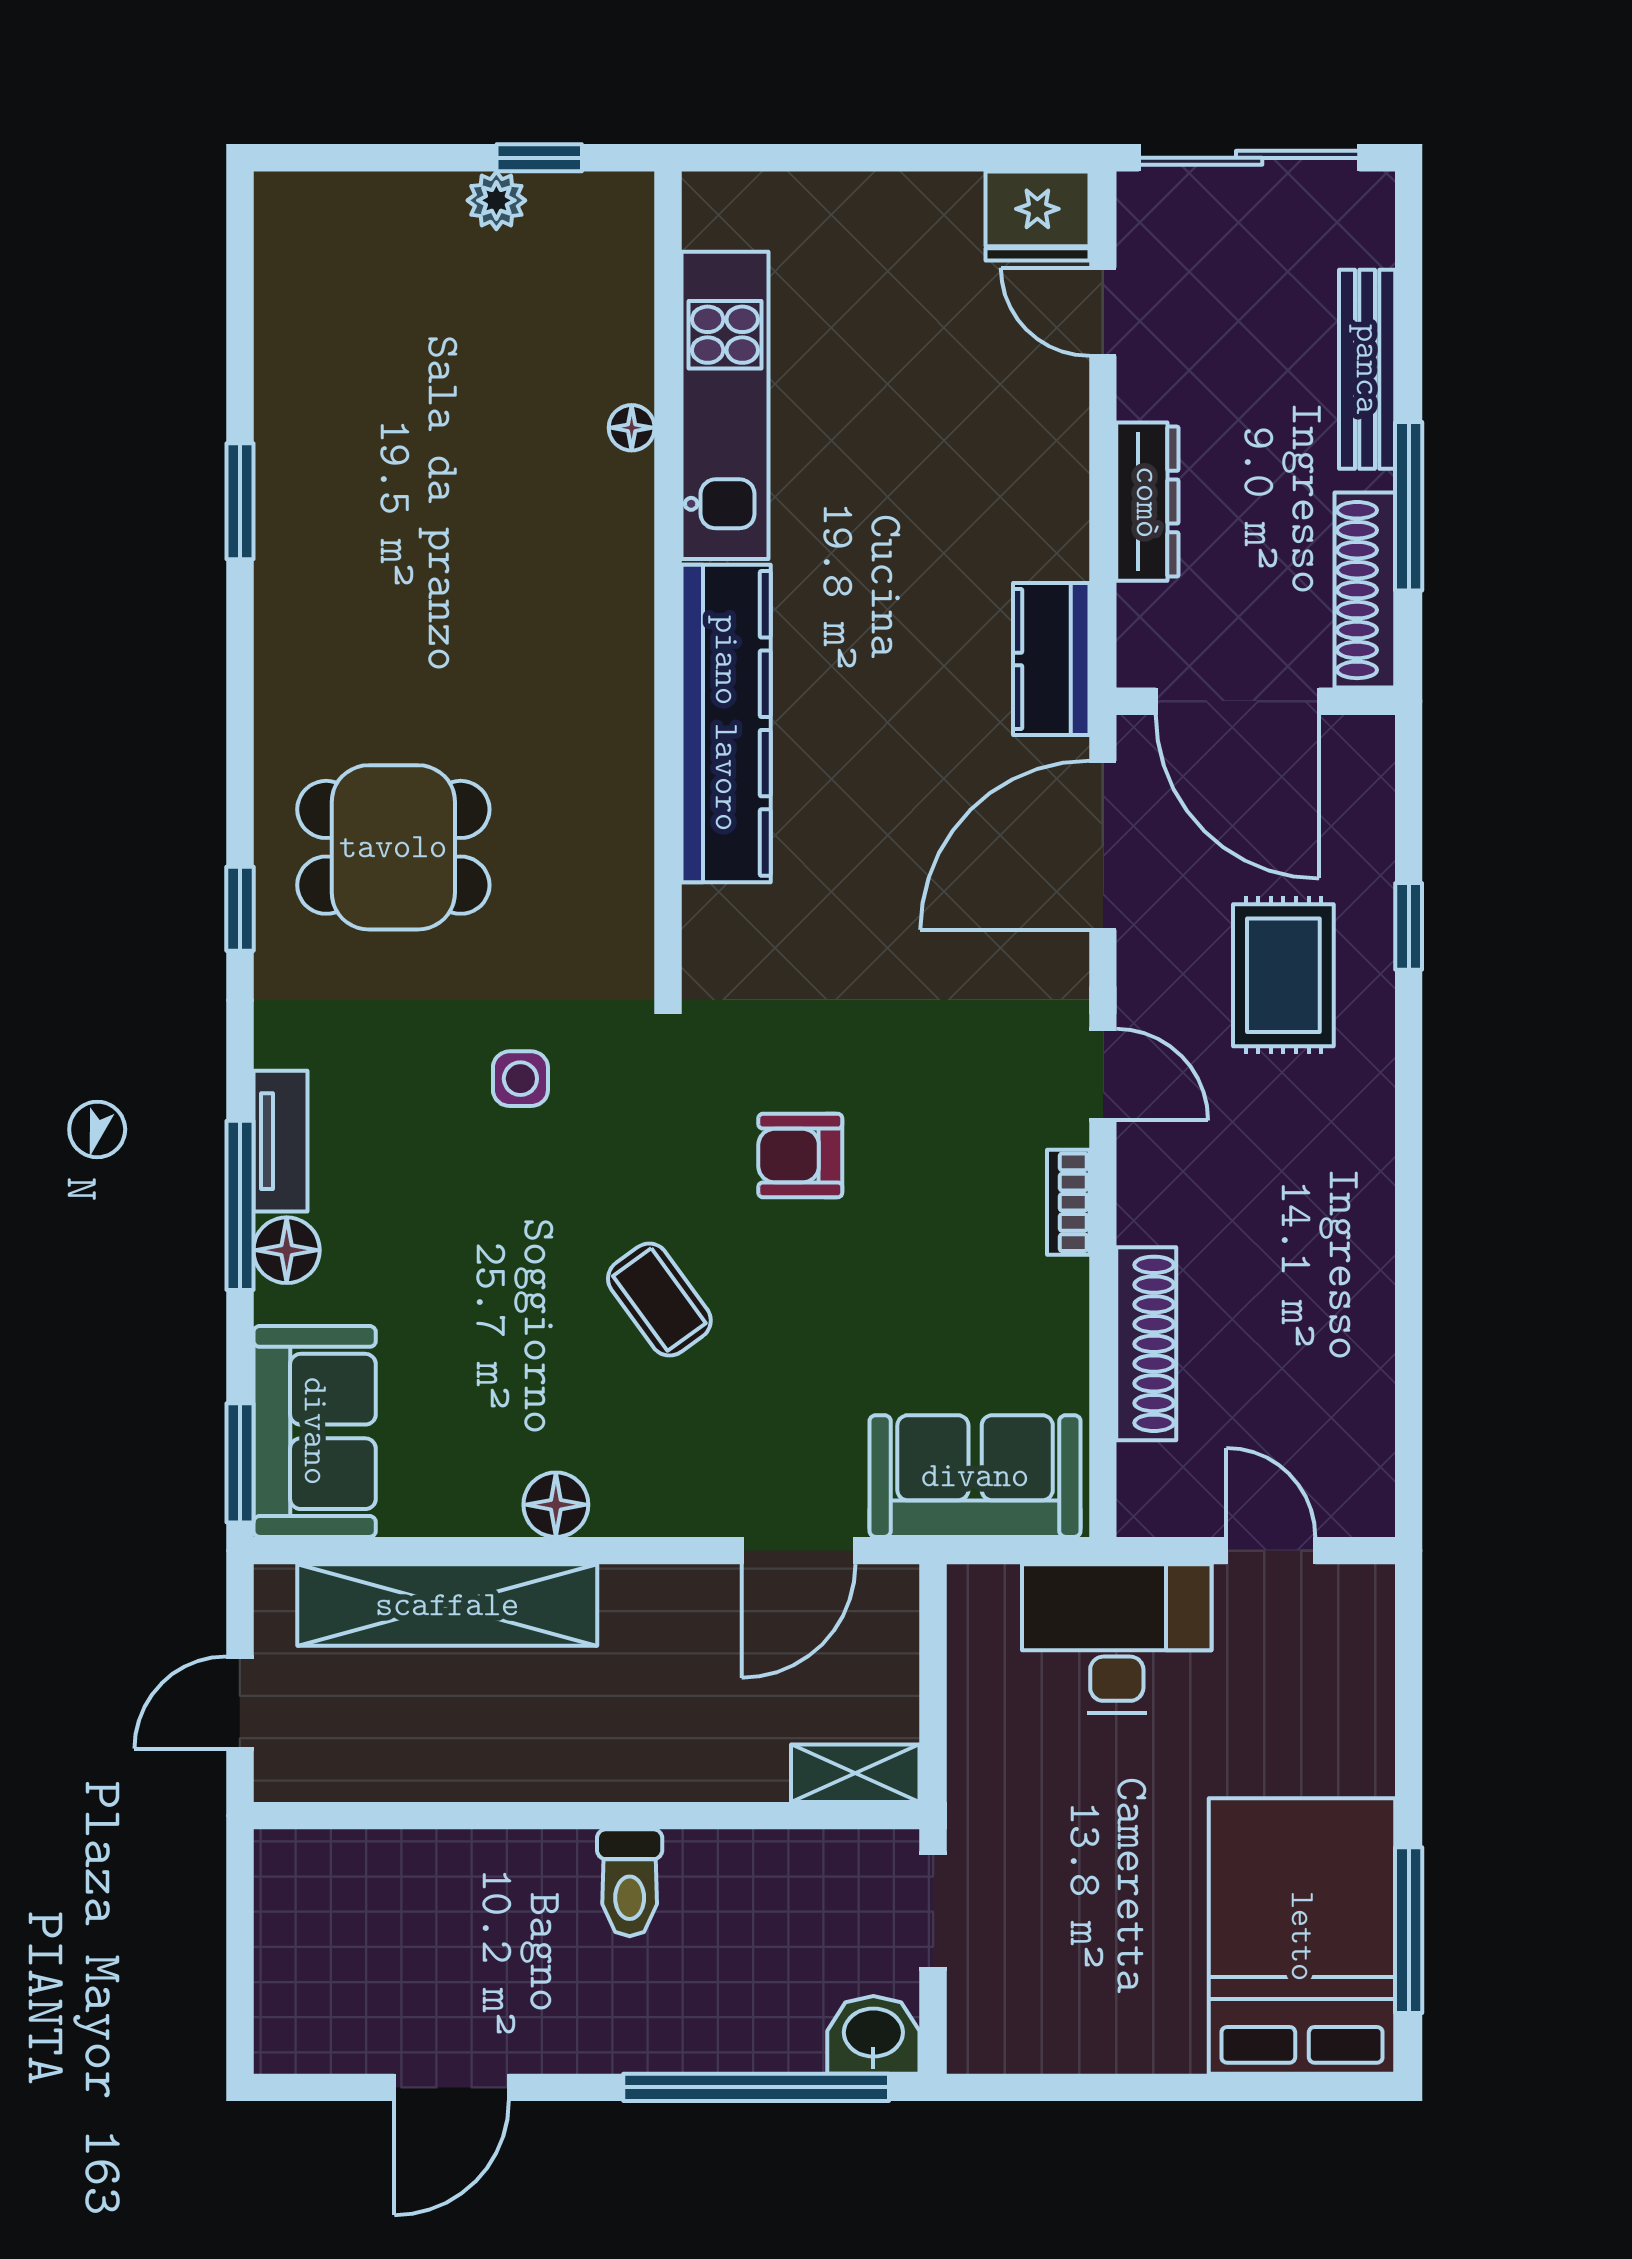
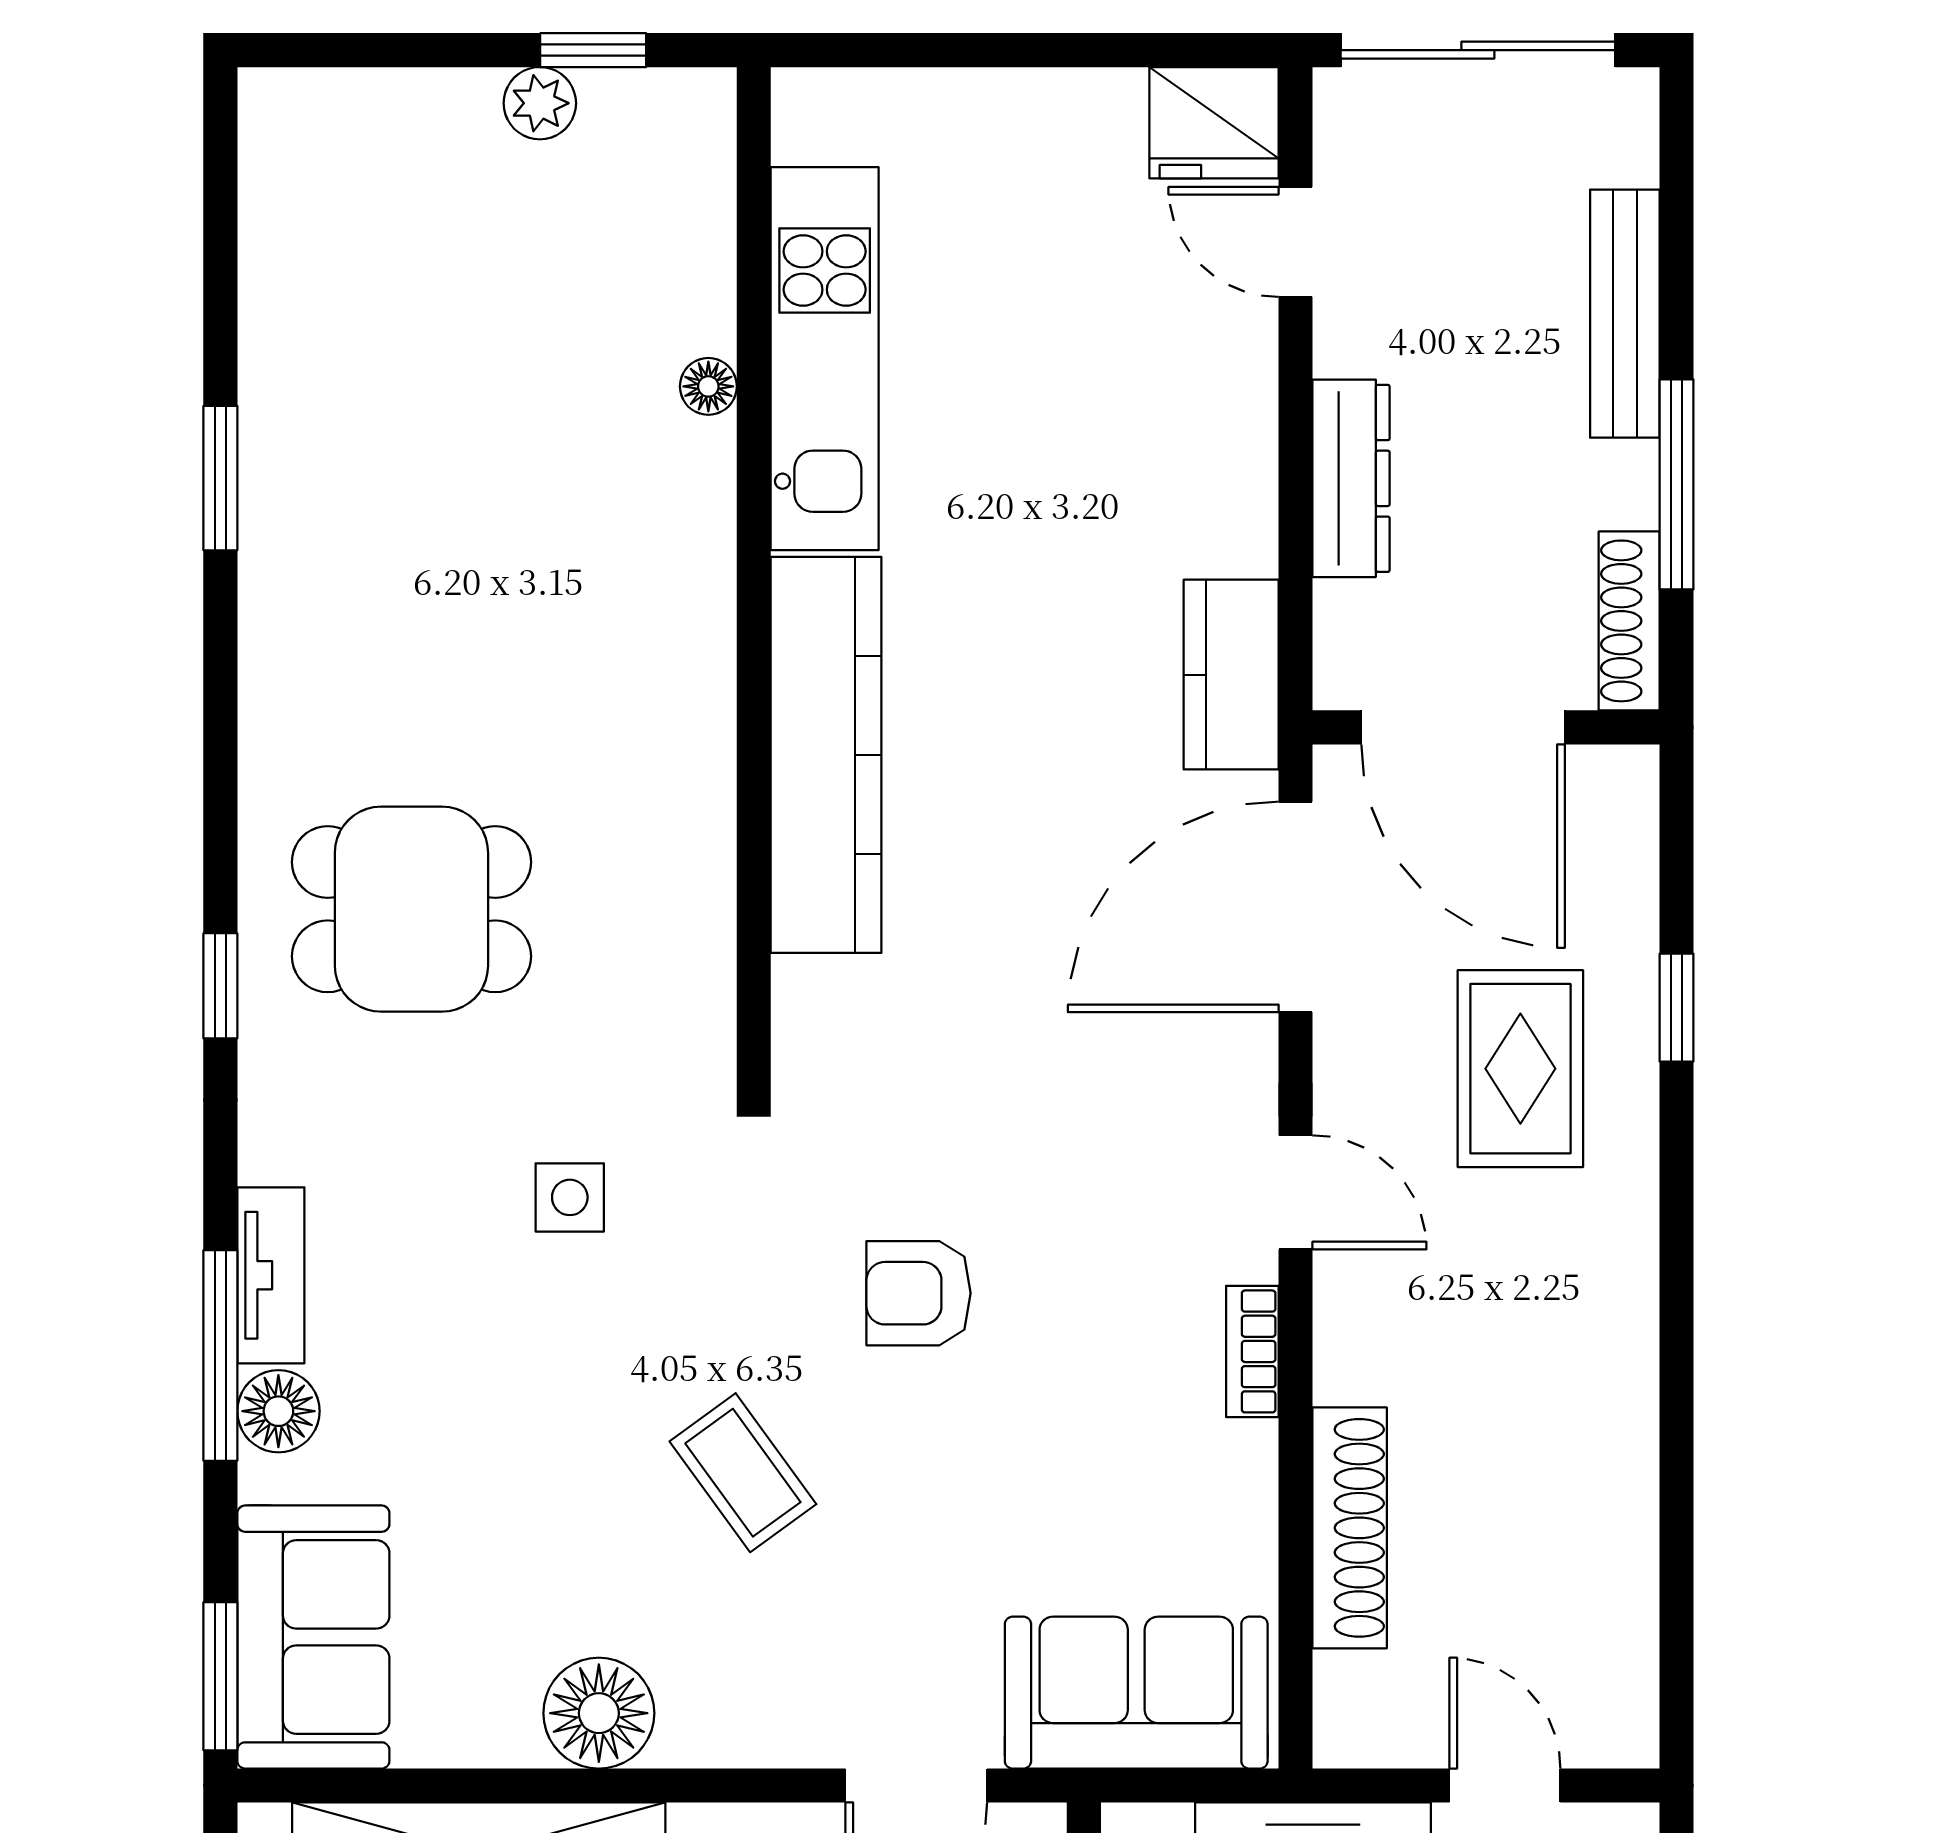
shoe rack: (1365, 590) -> (1629, 621), width x0.74, depth x0.81
floor lamp: (556, 1505) -> (599, 1713), width x1.38, depth x1.38

